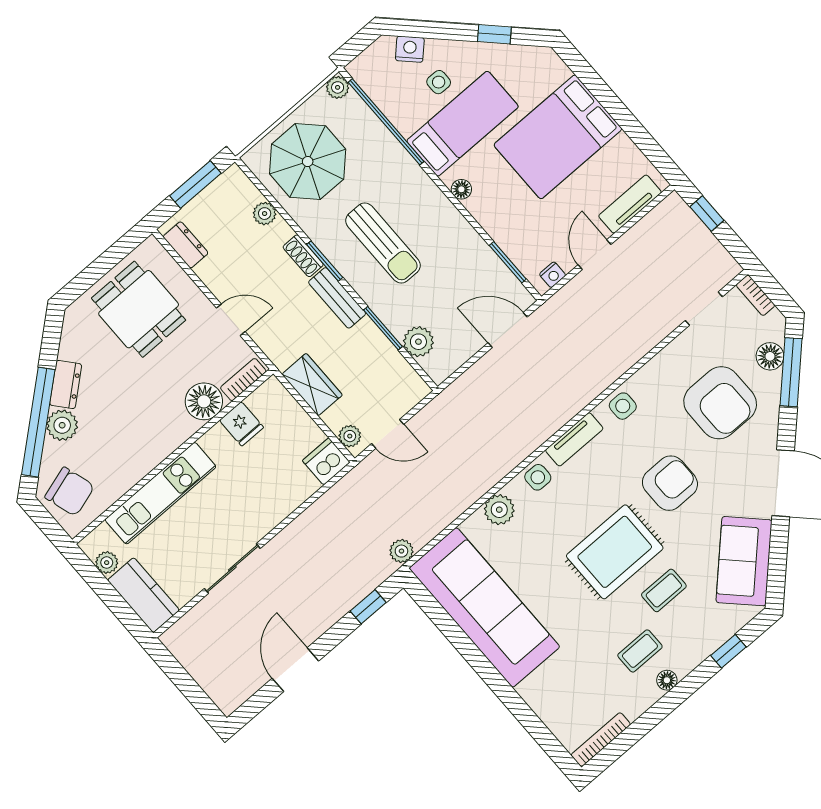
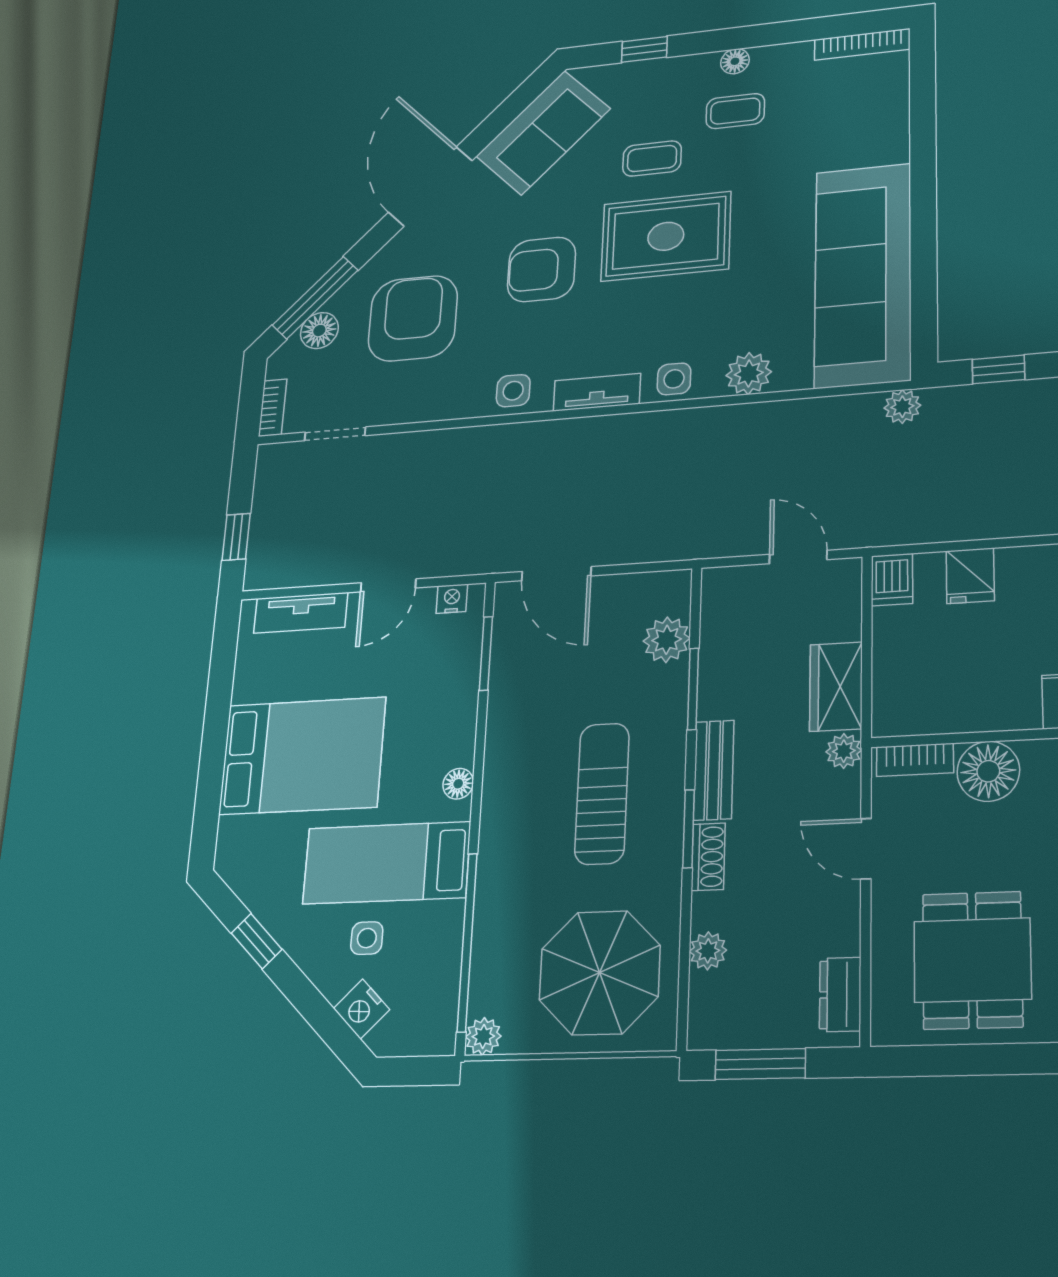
fridge: (241, 424) -> (970, 576), moved, turned 180
plant: (350, 436) -> (844, 751), moved
dishwasher: (326, 461) -> (892, 580), width x0.73

